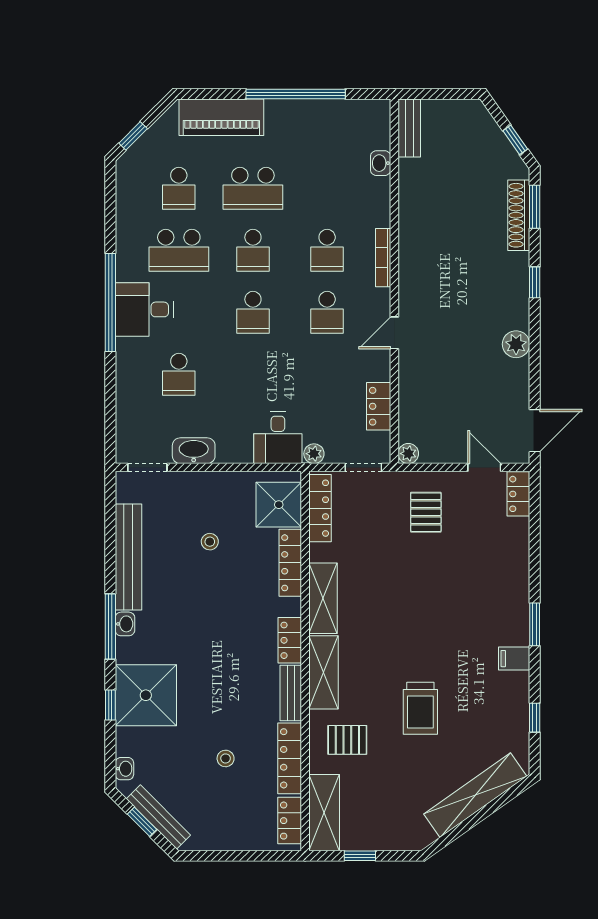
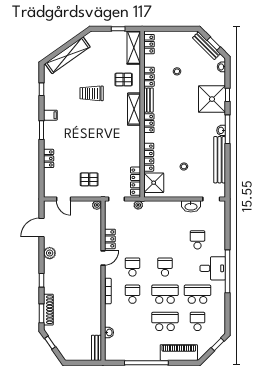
school desk: (253, 250) -> (165, 294), width x1.85
locker: (379, 406) -> (110, 239), moved
door: (535, 431) -> (41, 228), moved
desk: (278, 438) -> (154, 212), removed
locker: (518, 494) -> (49, 158), moved
pallet: (426, 512) -> (89, 179), turned 90
shelving: (323, 598) -> (134, 142), removed
trolley: (420, 708) -> (92, 93), turned -90
locker: (290, 758) -> (149, 77), width x0.66

